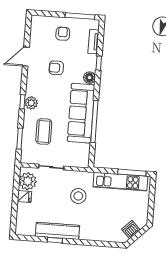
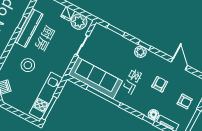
floor lamp: (89, 78) -> (154, 115), moved
sofa: (81, 113) -> (95, 78), moved
coffee table: (44, 132) -> (113, 52), removed
stool: (78, 196) -> (28, 65), moved

